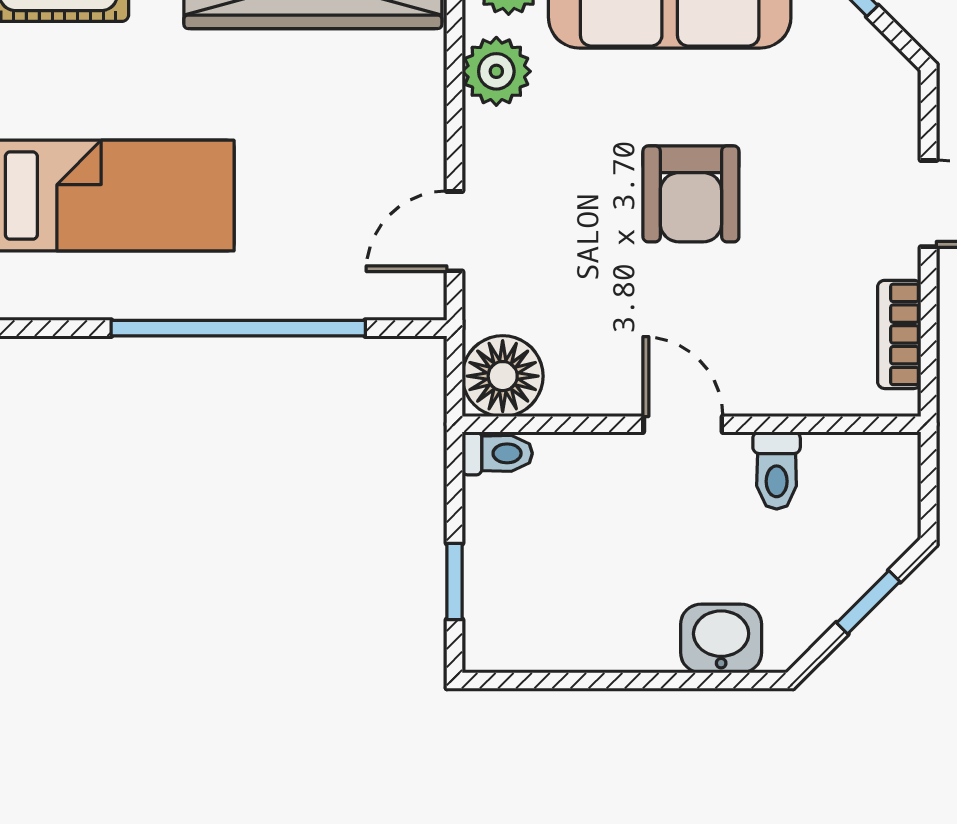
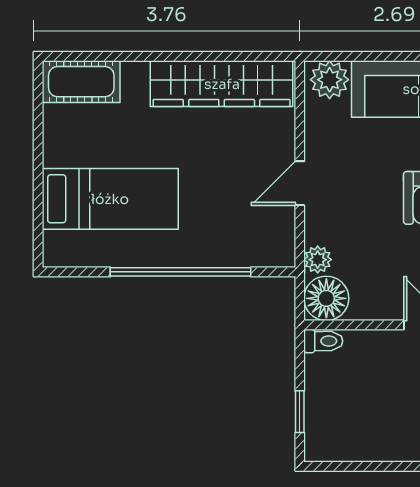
plant: (496, 71) -> (318, 260), moved, width x0.73, depth x0.73
door: (455, 231) -> (300, 183), moved

